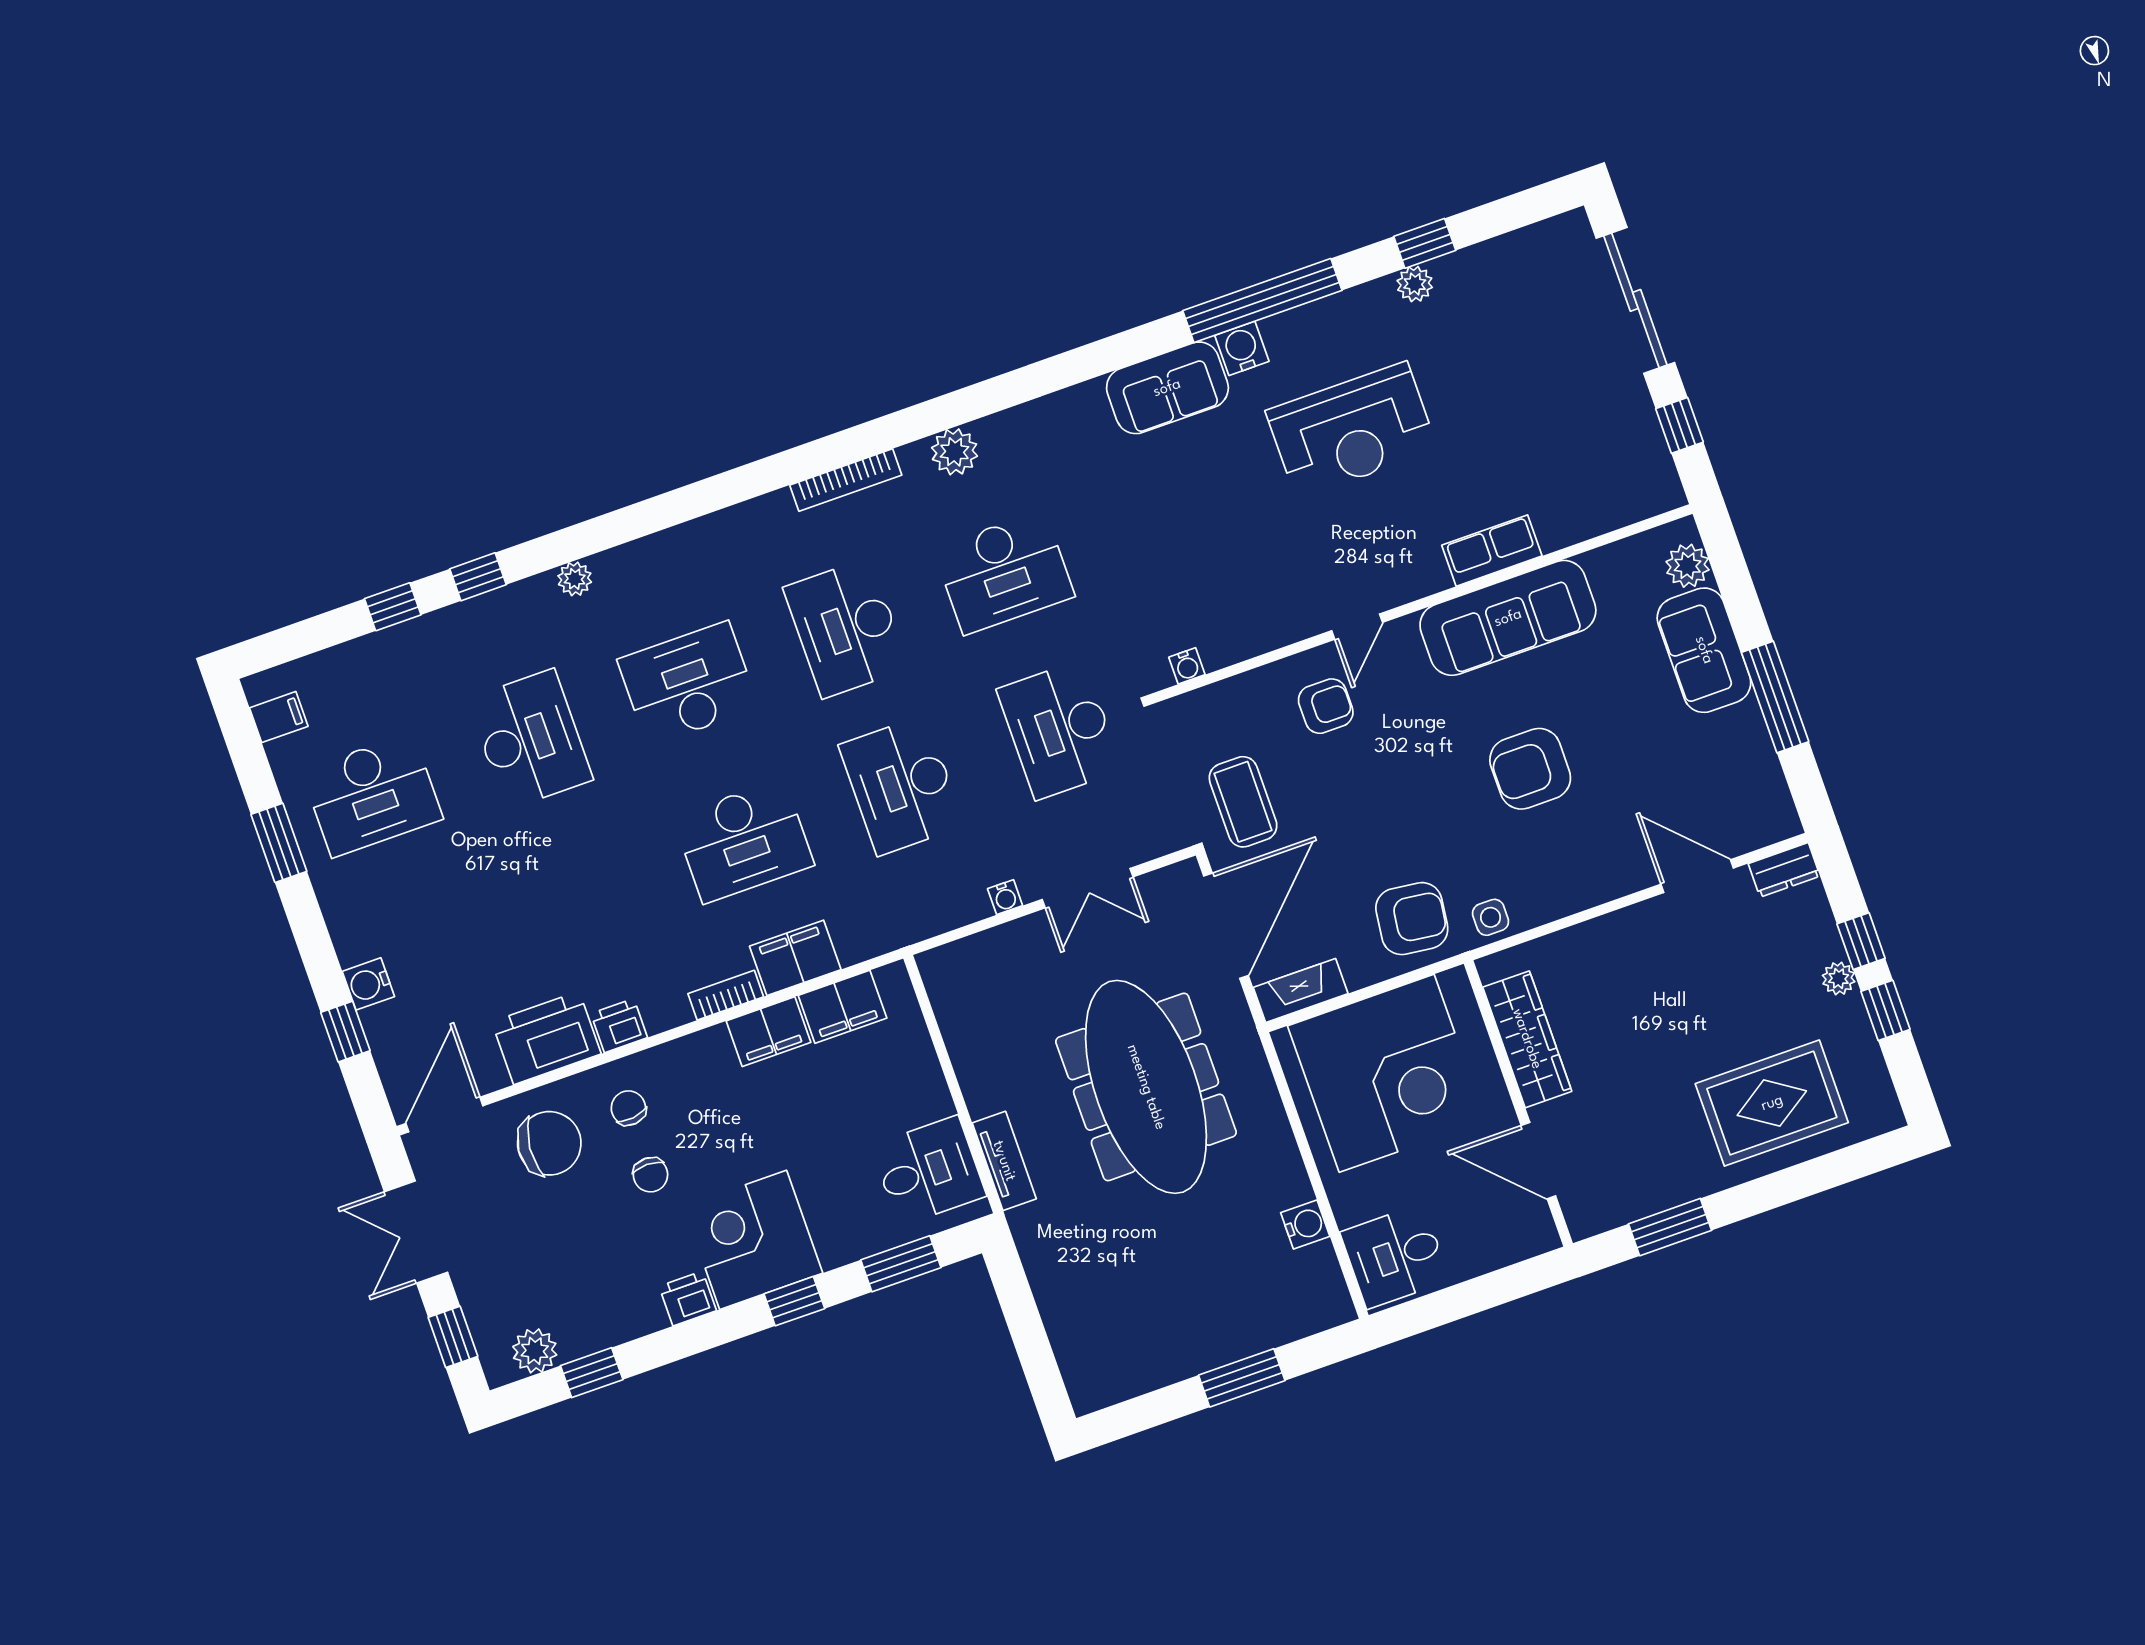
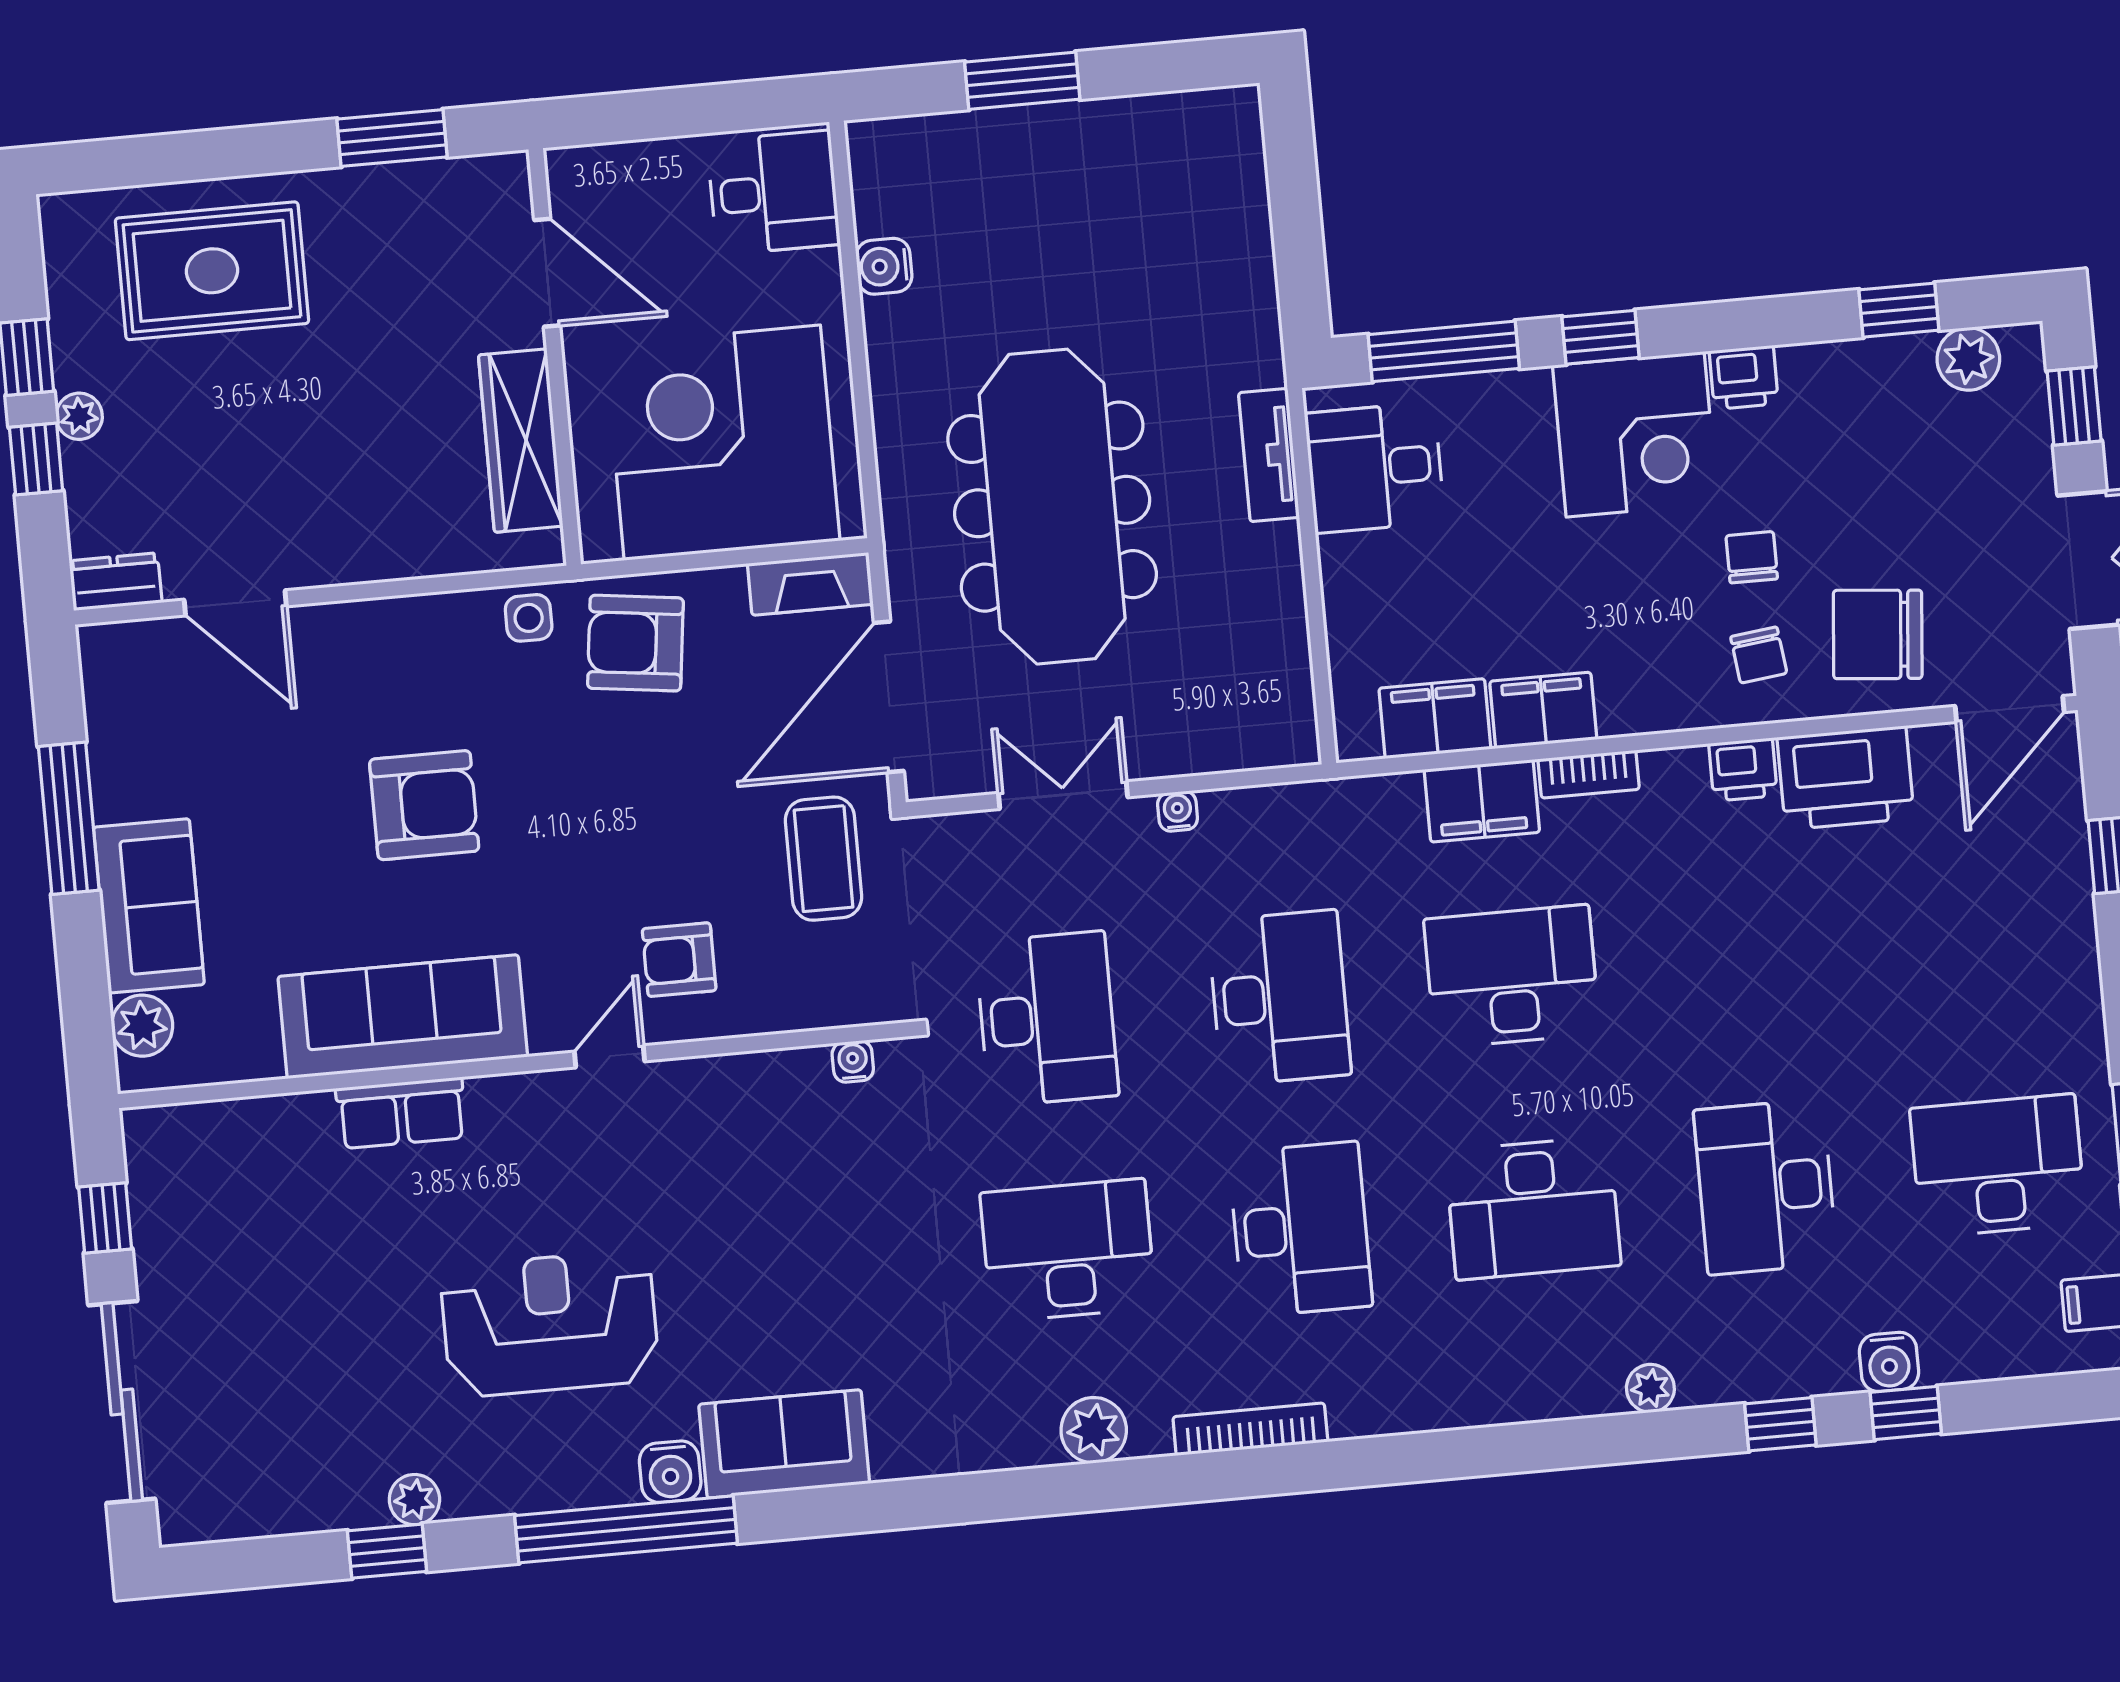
water cooler: (368, 984) -> (1889, 1362), moved, turned 90
window: (901, 1264) -> (1444, 351), width x1.44

